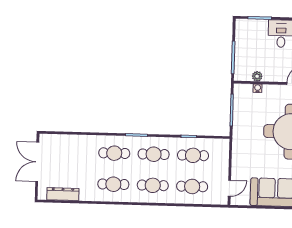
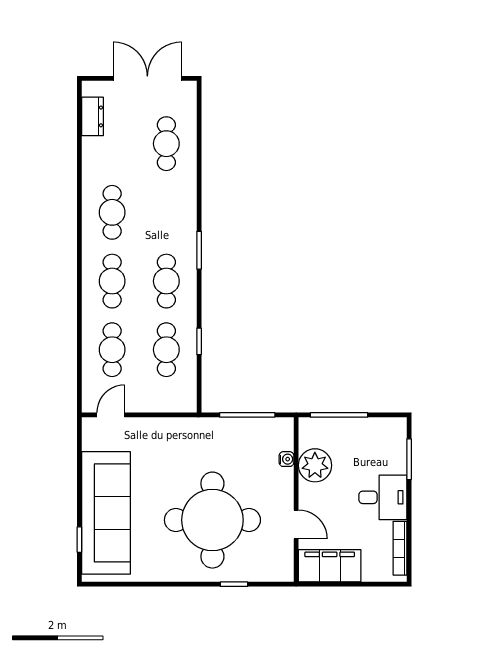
plant: (257, 76) -> (315, 465), width x1.88, depth x1.88
cafe table: (114, 153) -> (166, 144), moved
door: (229, 188) -> (111, 415), swing flipped
dresser: (63, 194) -> (93, 116), width x0.70

